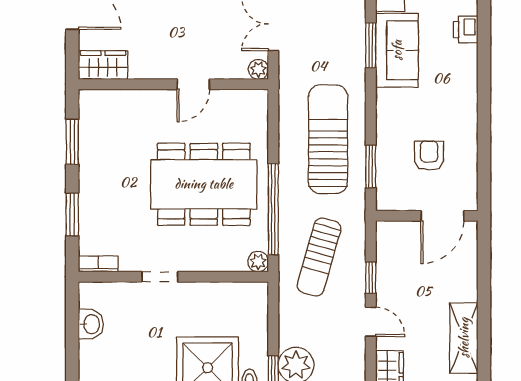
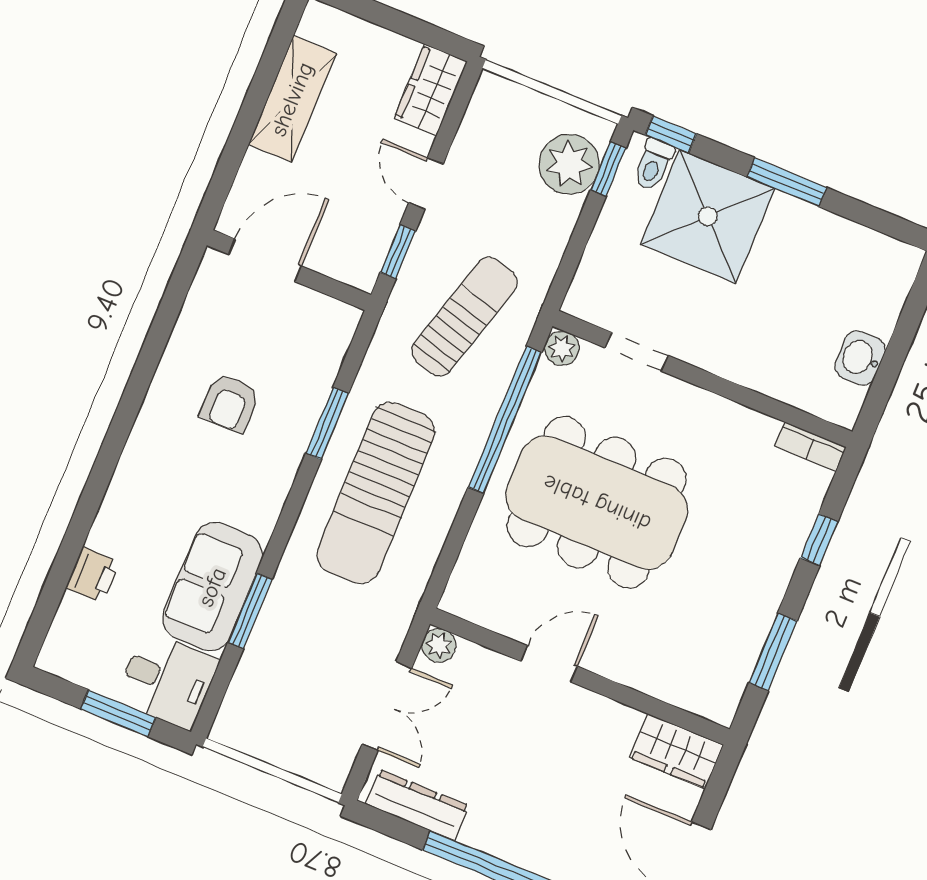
window: (72, 214) -> (819, 540), width x0.67
wall: (427, 216) -> (289, 270), moved
door: (442, 216) -> (265, 260), moved
doorway: (160, 277) -> (637, 352), moved

